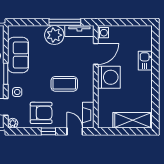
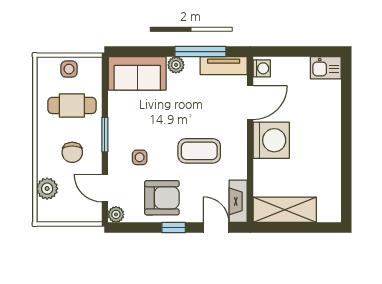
plant: (54, 35) -> (176, 65), width x0.53, depth x0.53
sofa: (18, 55) -> (137, 73), moved, turned 90
kitchen sink: (145, 61) -> (326, 68), moved, turned -90
side table: (17, 92) -> (140, 157), moved
shelving: (133, 120) -> (285, 210), moved

